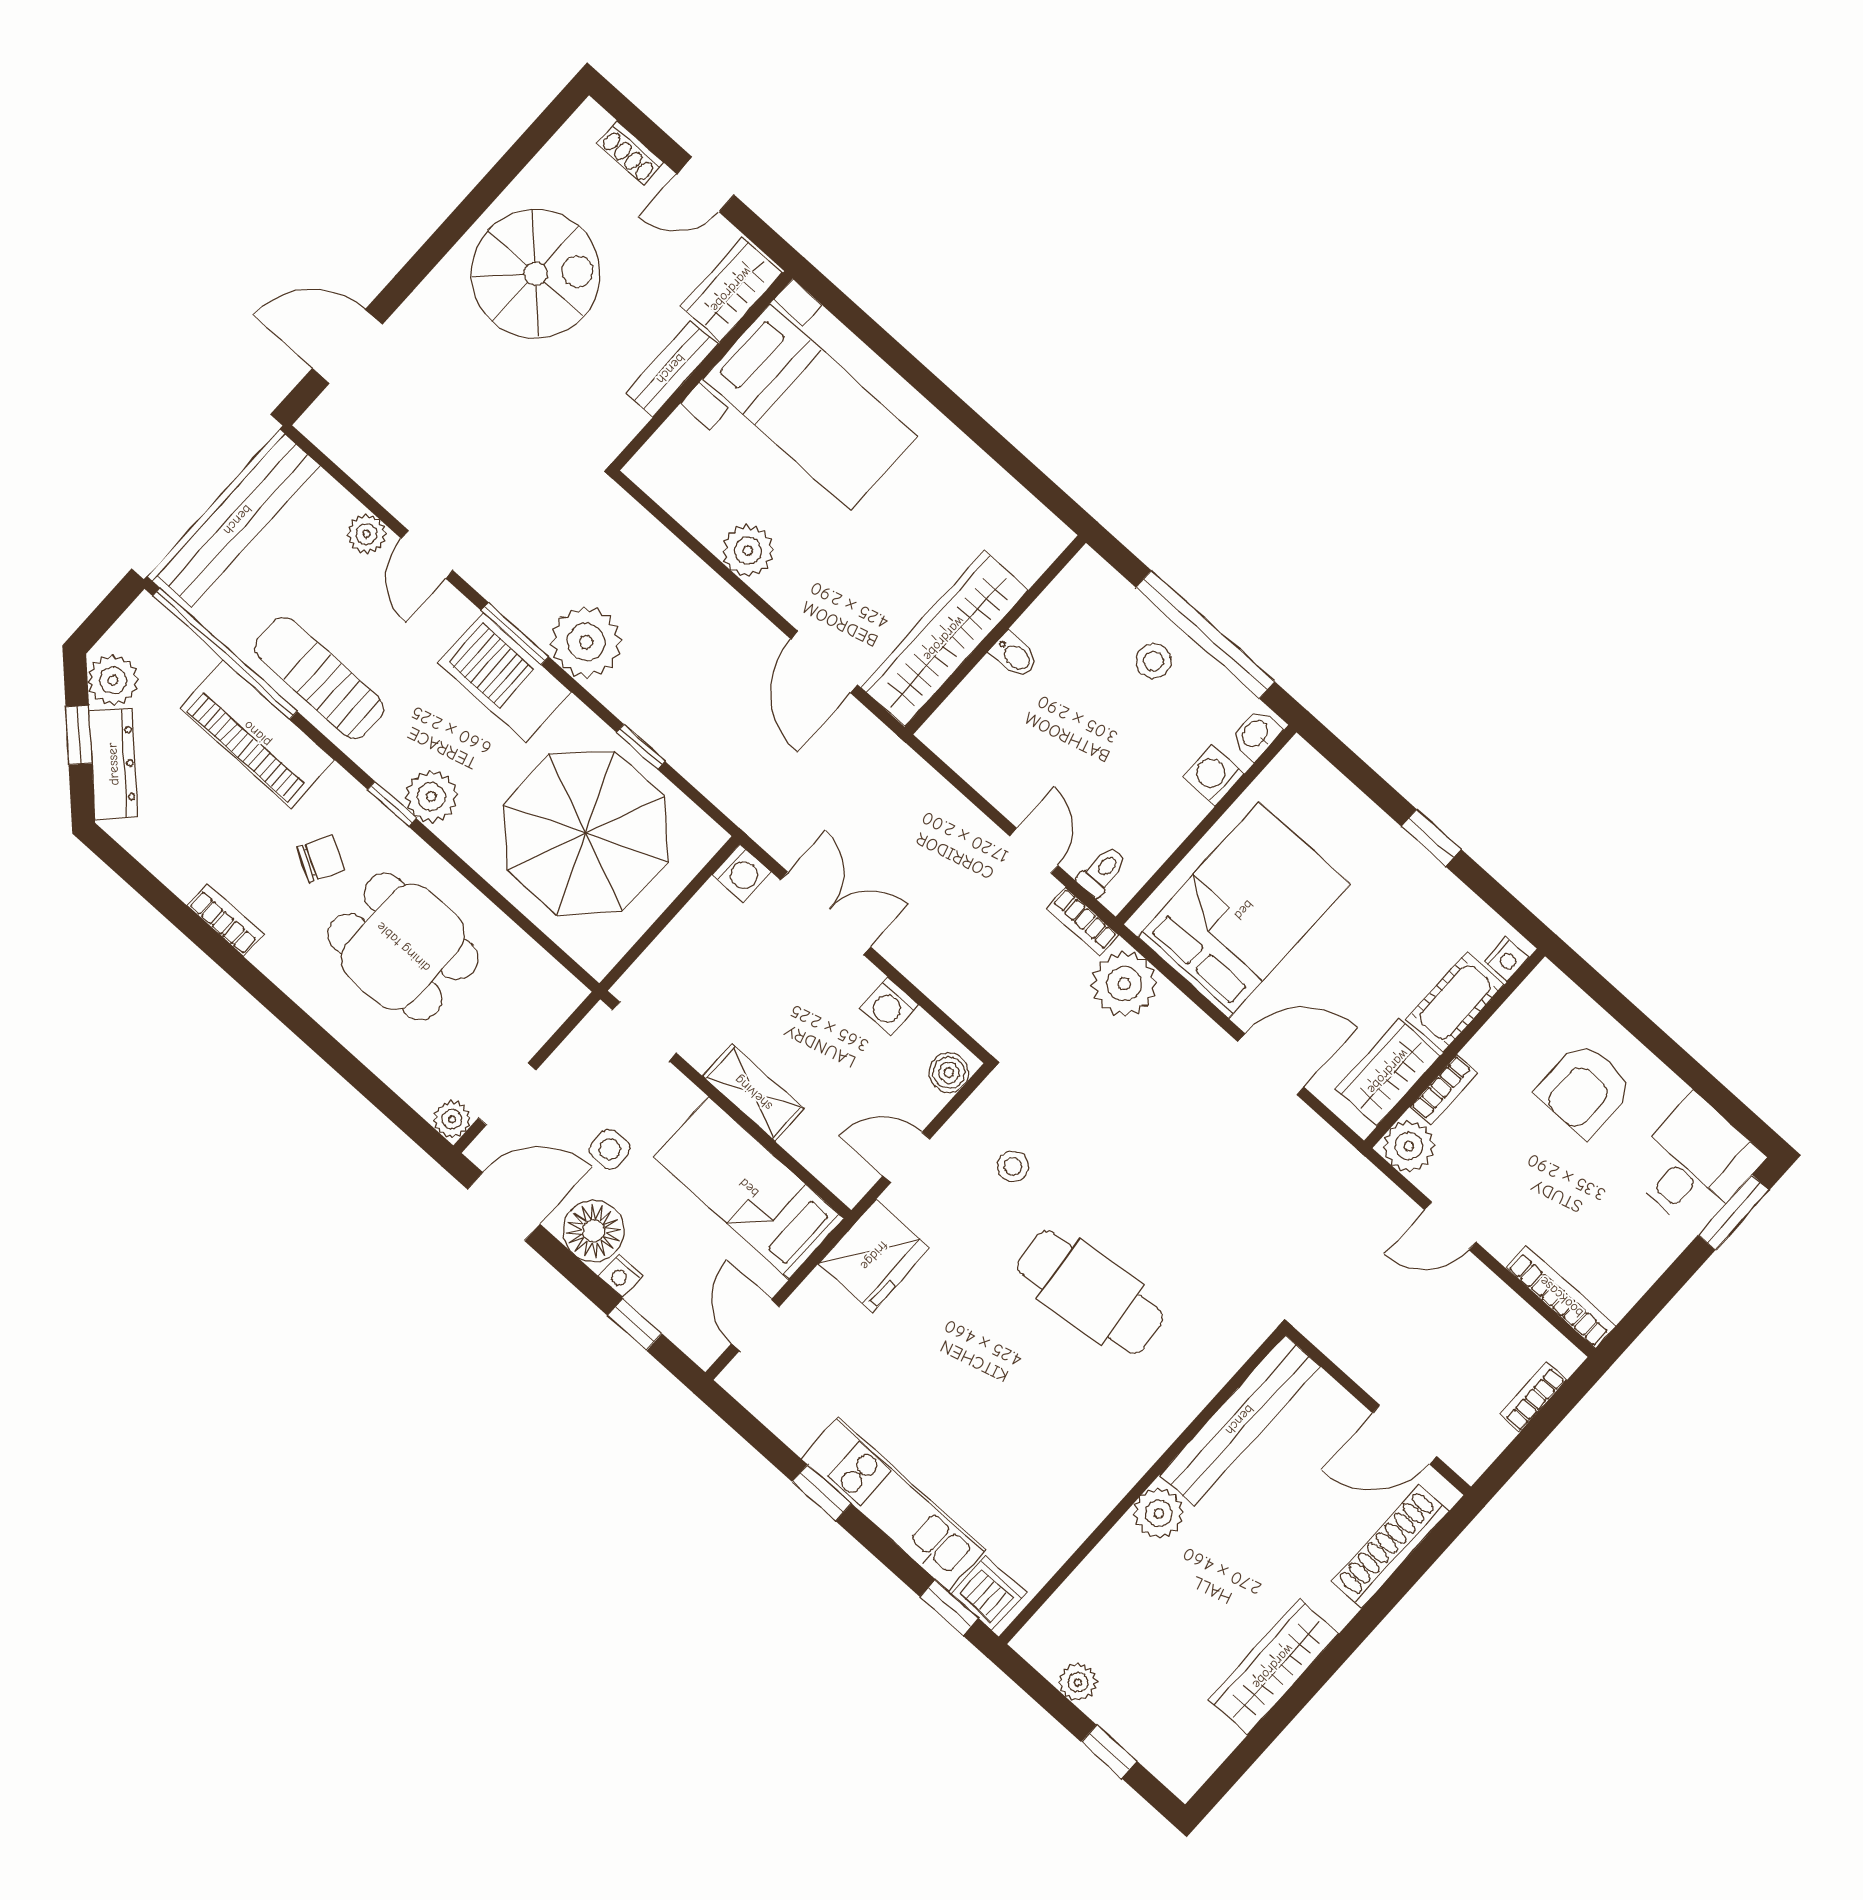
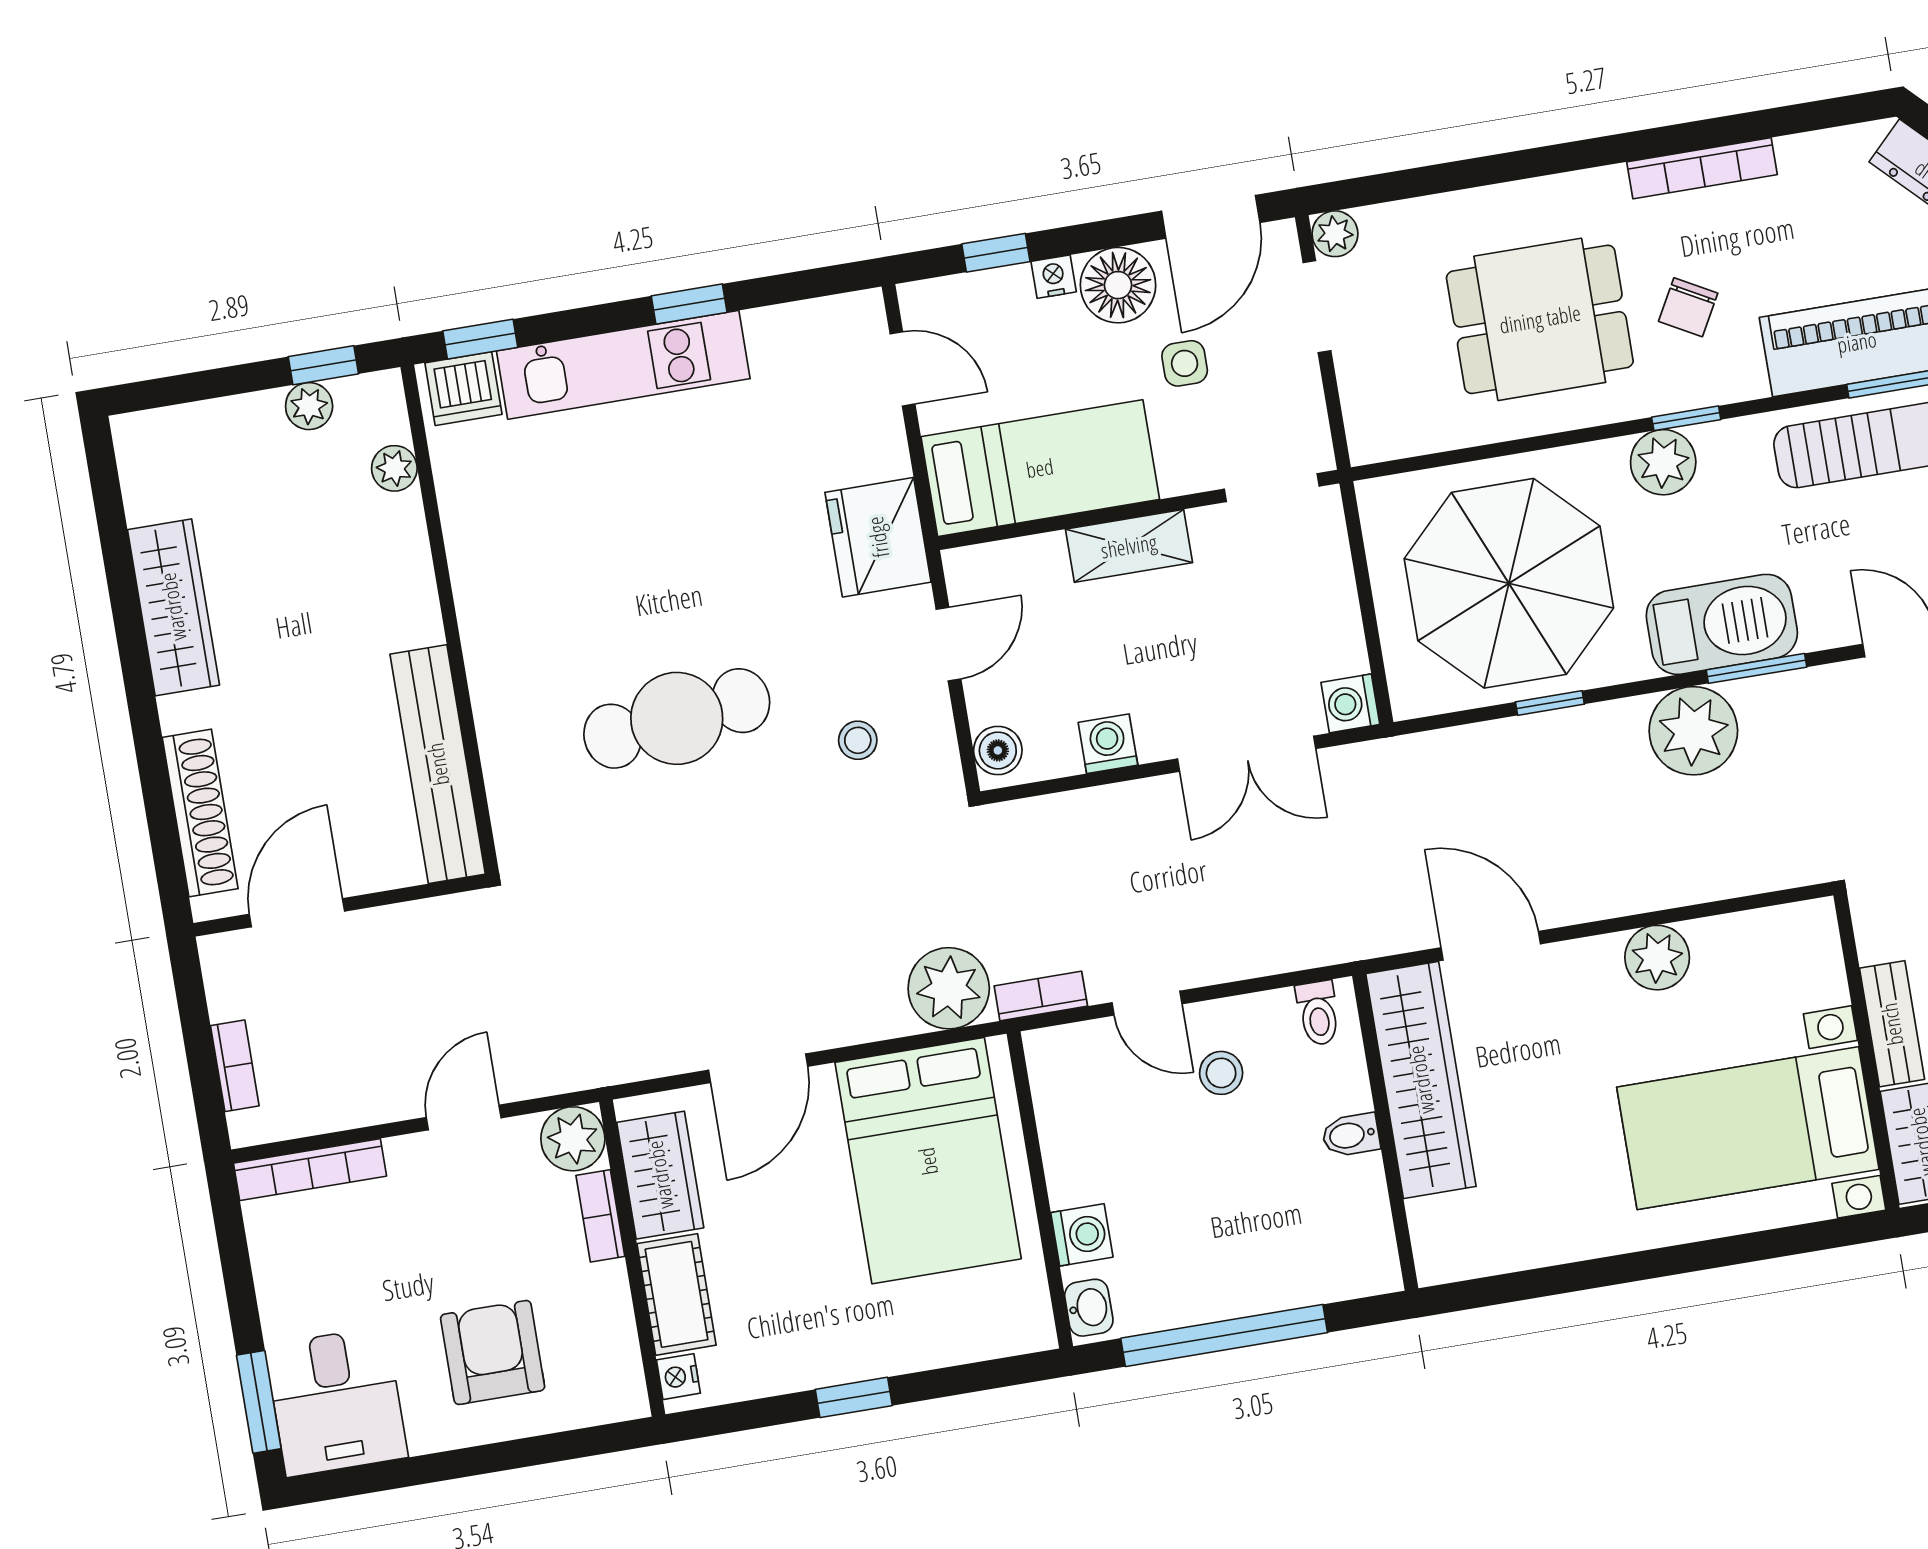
stool: (1153, 661) -> (1221, 1073), moved
toilet: (1102, 871) -> (1318, 1013), moved
bookcase: (225, 920) -> (1702, 168), width x1.56
plant: (1159, 1513) -> (394, 468), moved, width x0.73, depth x0.73
window: (1109, 1752) -> (323, 365), moved

